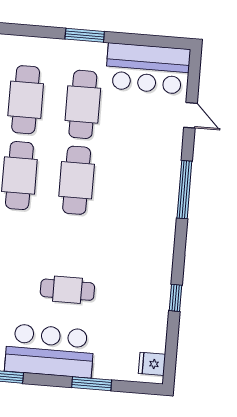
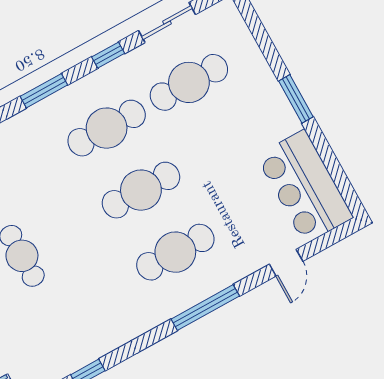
cafe table: (83, 104) -> (175, 252), moved

